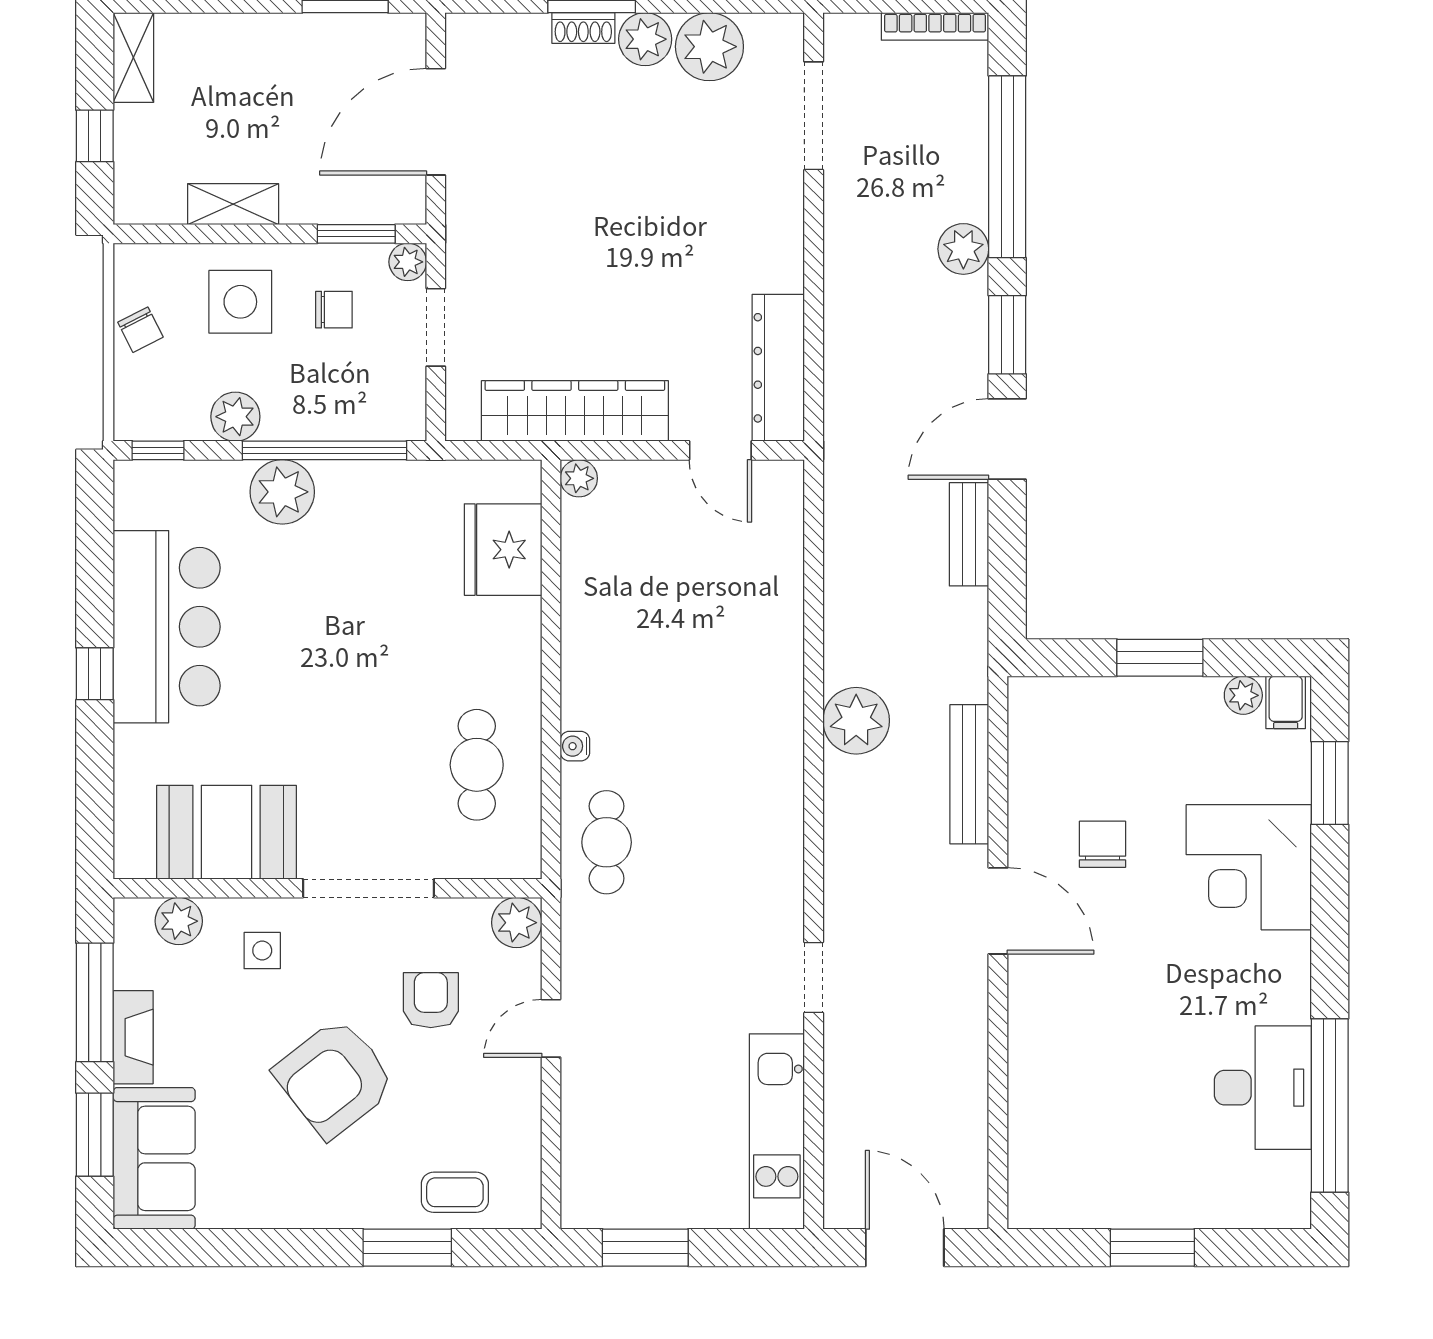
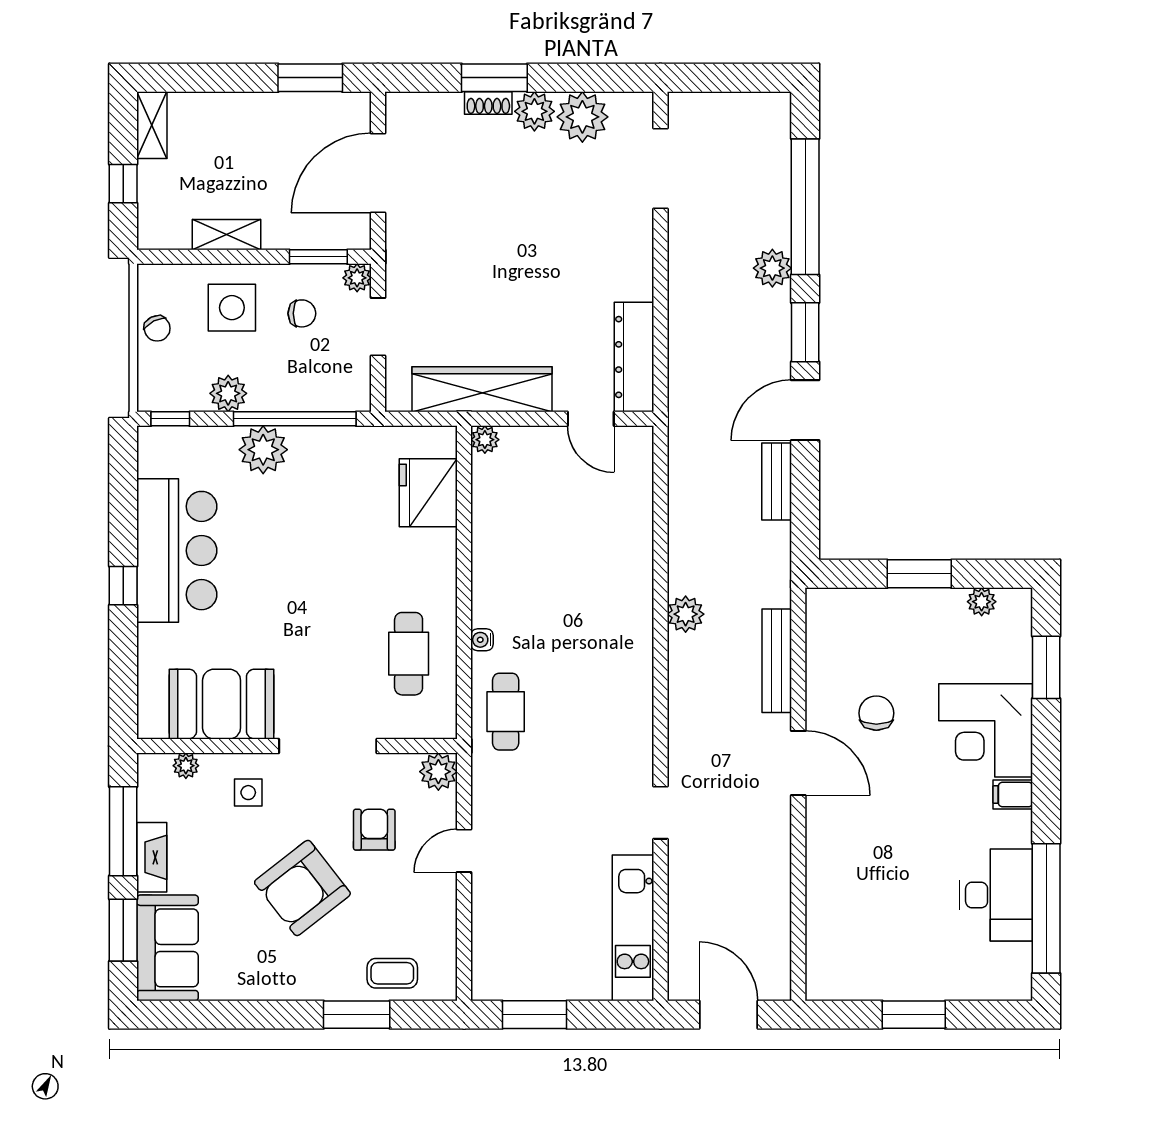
bookcase: (935, 26) -> (751, 102), removed
filing cabinet: (1286, 702) -> (1013, 795), moved, turned 90
plant: (856, 721) -> (686, 614), width x0.73, depth x0.73
plant: (179, 921) -> (186, 766), width x0.73, depth x0.73

